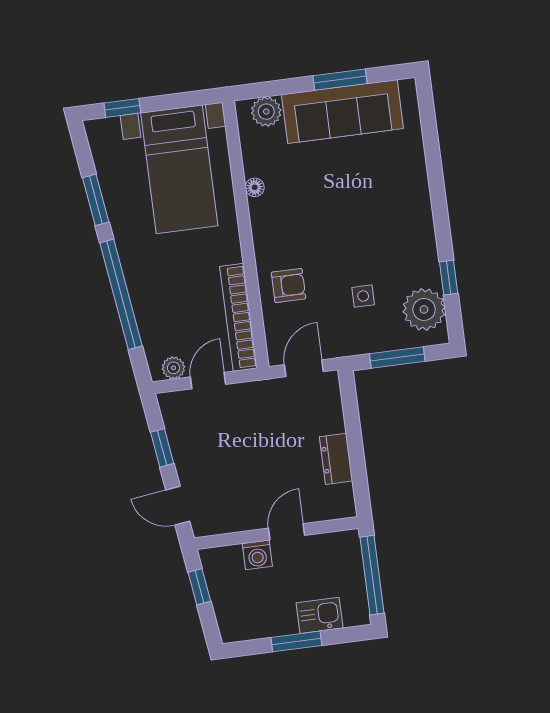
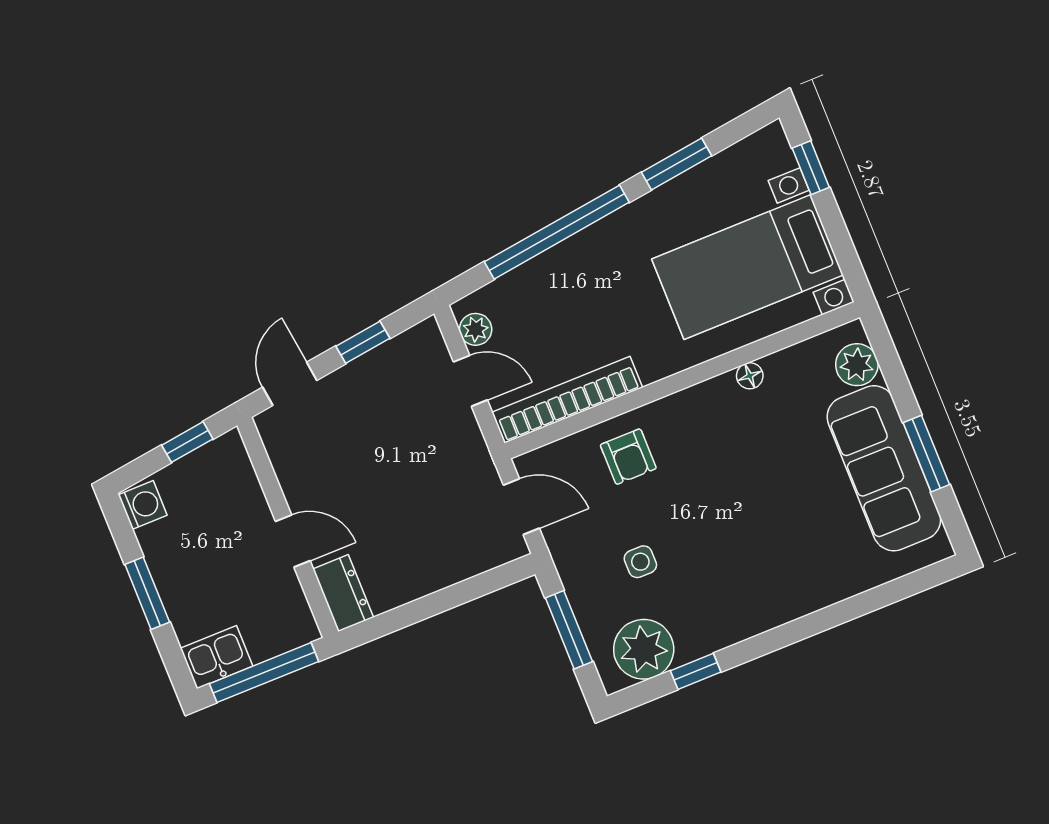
dresser: (336, 459) -> (343, 593), moved, turned 90
washing machine: (257, 555) -> (143, 505), moved, turned 180
kitchen sink: (320, 615) -> (217, 657), moved, turned -90

